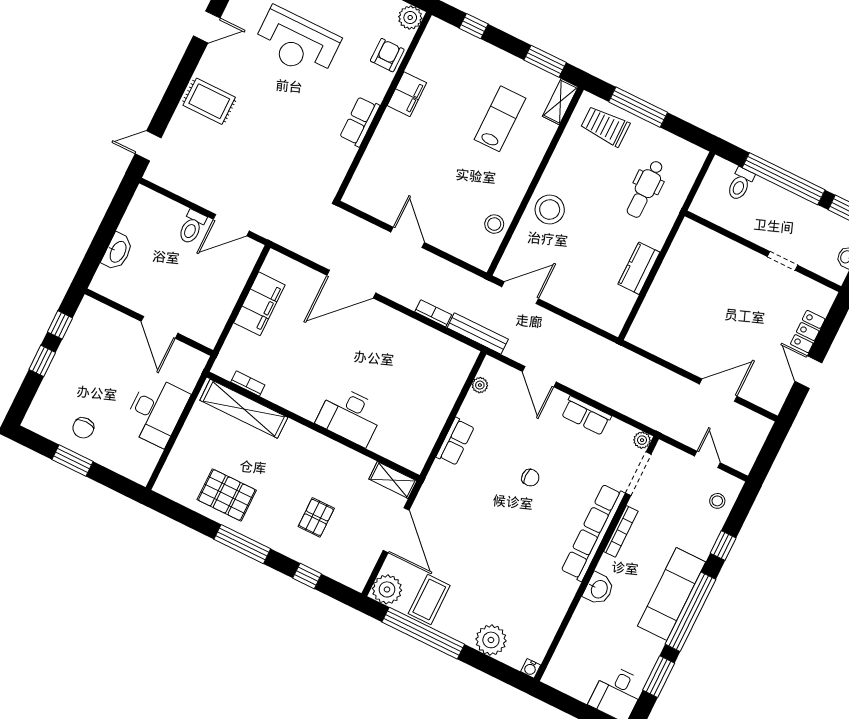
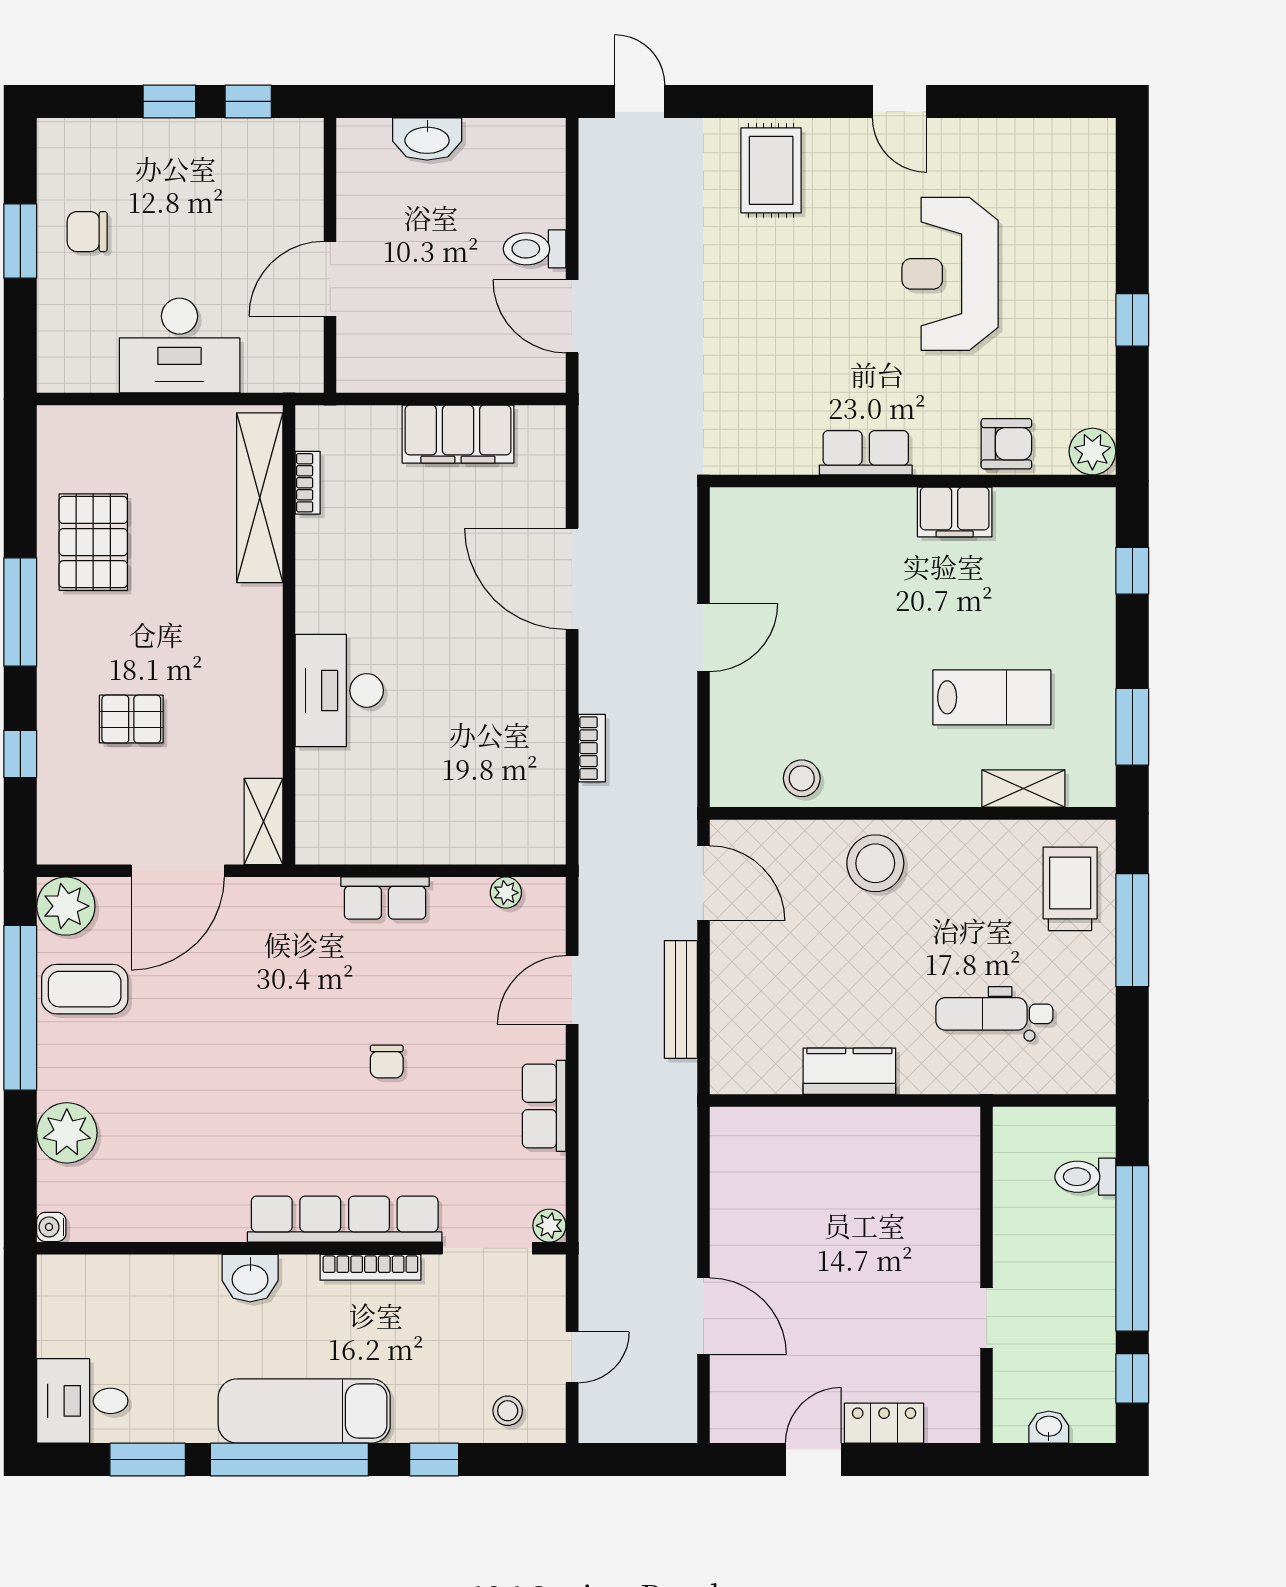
shelving: (560, 102) -> (1023, 789), moved
bench: (478, 334) -> (681, 999), moved

